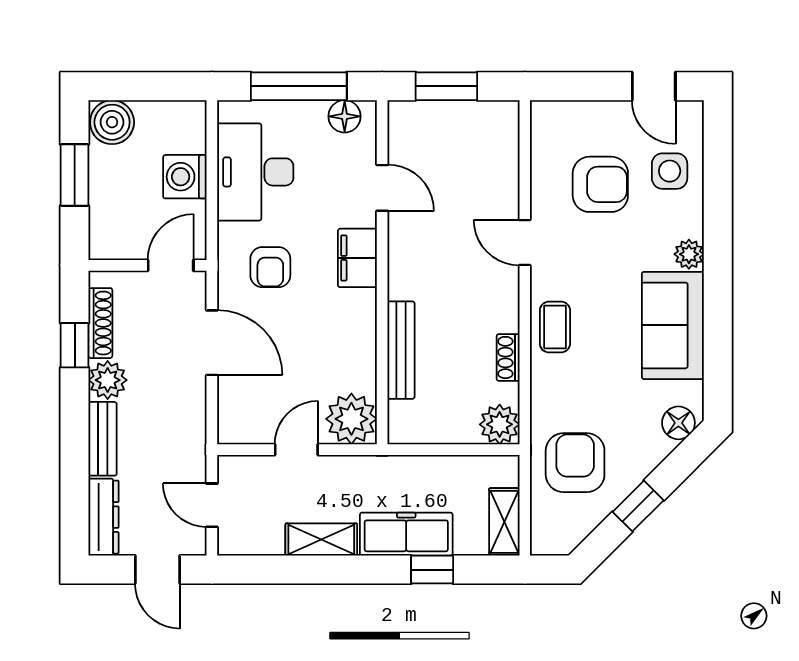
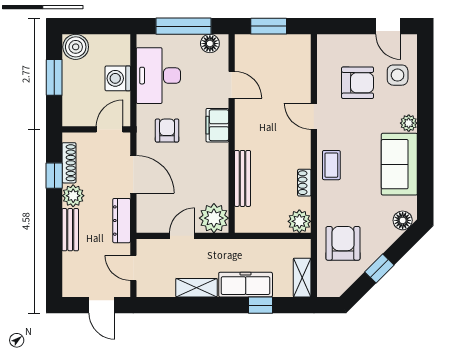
armchair: (270, 267) -> (167, 131), turned 180
dresser: (104, 517) -> (122, 221), moved, turned 180

